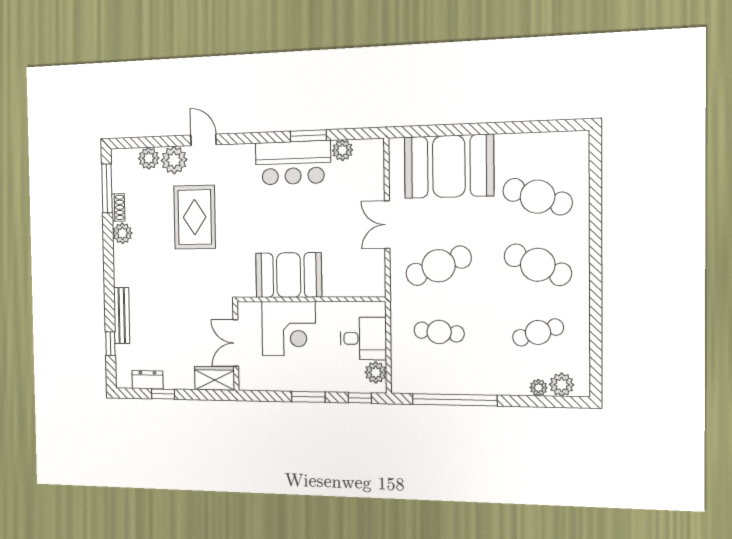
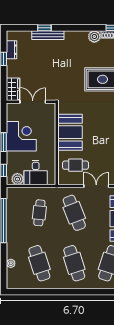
cafe table: (349, 264) -> (76, 165), added
cafe table: (538, 265) -> (74, 263), turned -42
corner desk: (289, 329) -> (21, 136), moved, turned 180
cafe table: (538, 332) -> (39, 263), width x1.37, depth x1.35
window: (110, 344) -> (44, 28), moved
plant: (562, 385) -> (13, 275), removed

